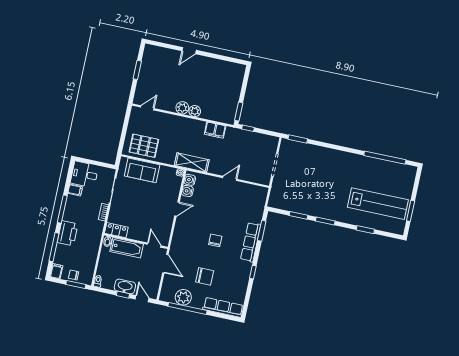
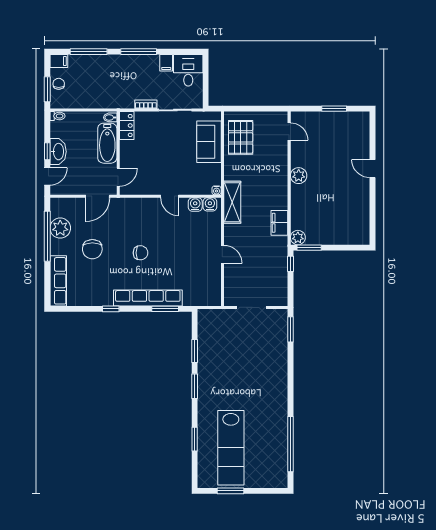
plant: (195, 111) -> (298, 238), moved
printer: (68, 233) -> (110, 65), removed
row of seats: (251, 242) -> (148, 298), width x1.36

